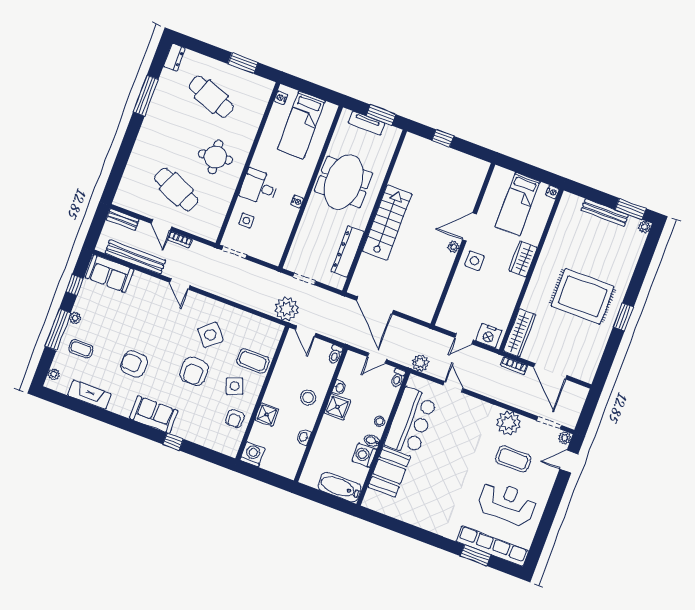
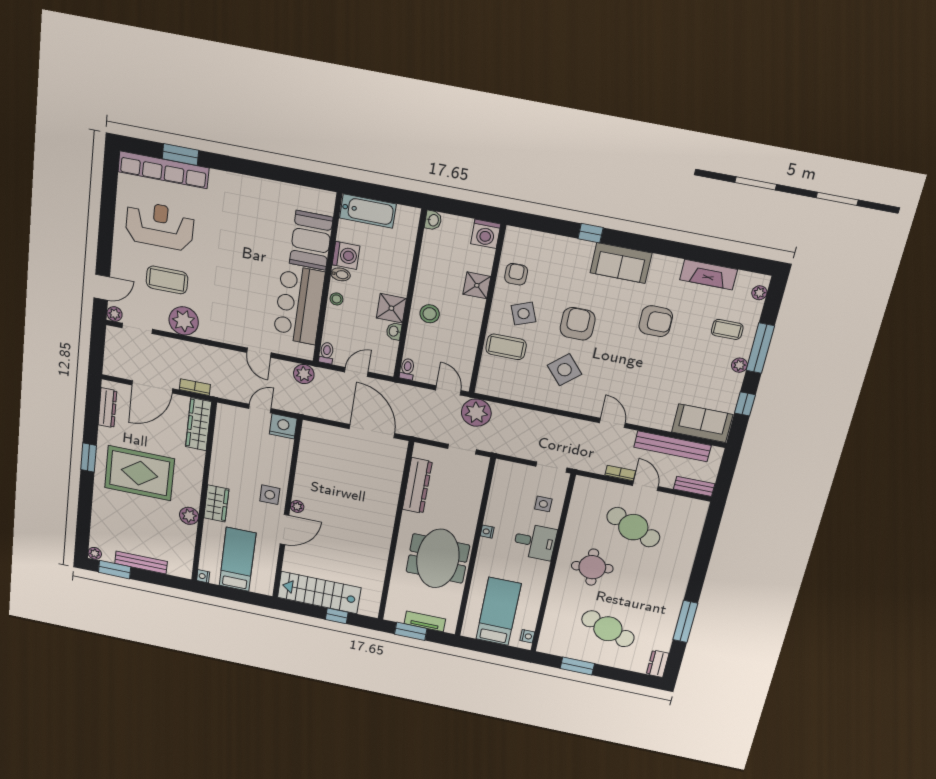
stairs: (387, 223) -> (319, 593), moved, turned 90
plant: (550, 251) -> (189, 516), added
nightstand: (489, 336) -> (283, 426), moved
dresser: (594, 359) -> (107, 408), added
door: (550, 371) -> (152, 387), swing flipped
washbasin: (304, 437) -> (433, 220), moved
reception desk: (507, 503) -> (160, 226), turned 180

